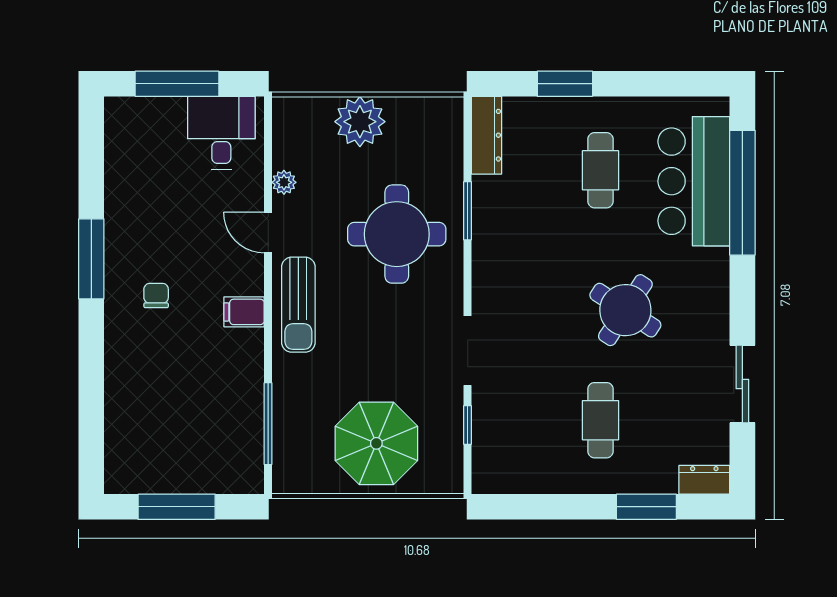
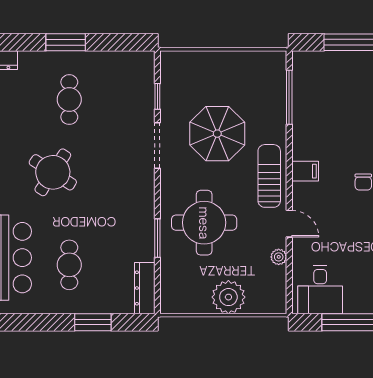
parasol: (376, 443) -> (217, 134), moved
window: (646, 507) -> (66, 42), moved

